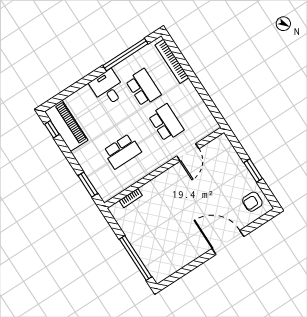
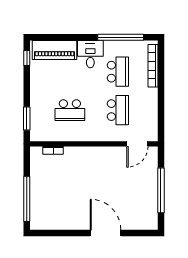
piano: (66, 126) -> (55, 50), moved, turned 90
door: (188, 152) -> (137, 144), moved
window: (253, 171) -> (161, 190), width x2.11
armchair: (252, 202) -> (145, 214), removed

